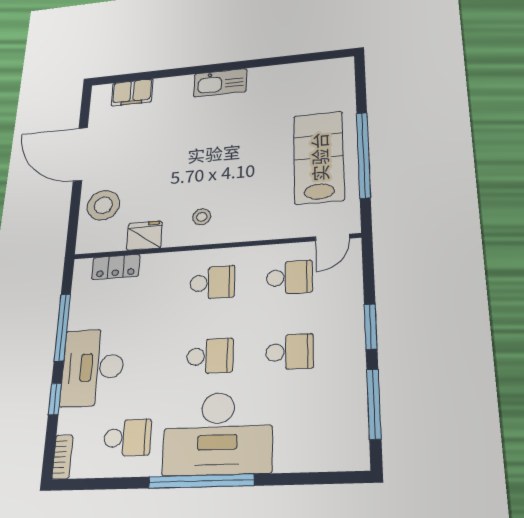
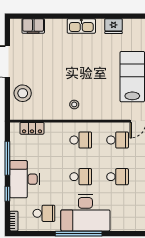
fridge: (144, 236) -> (114, 26), moved, turned 180

